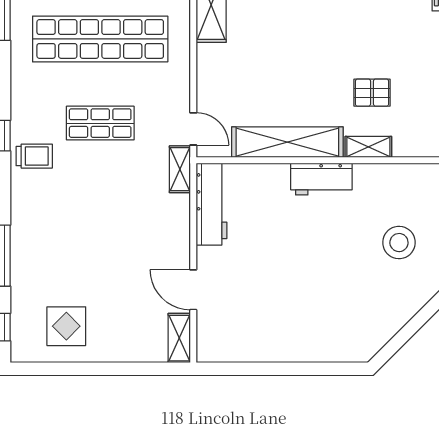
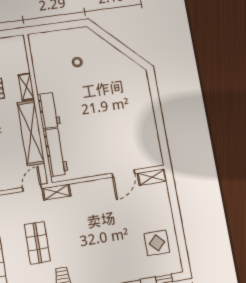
workbench: (212, 204) -> (55, 152), moved, turned 90
stool: (399, 243) -> (77, 62), width x0.53, depth x0.53

